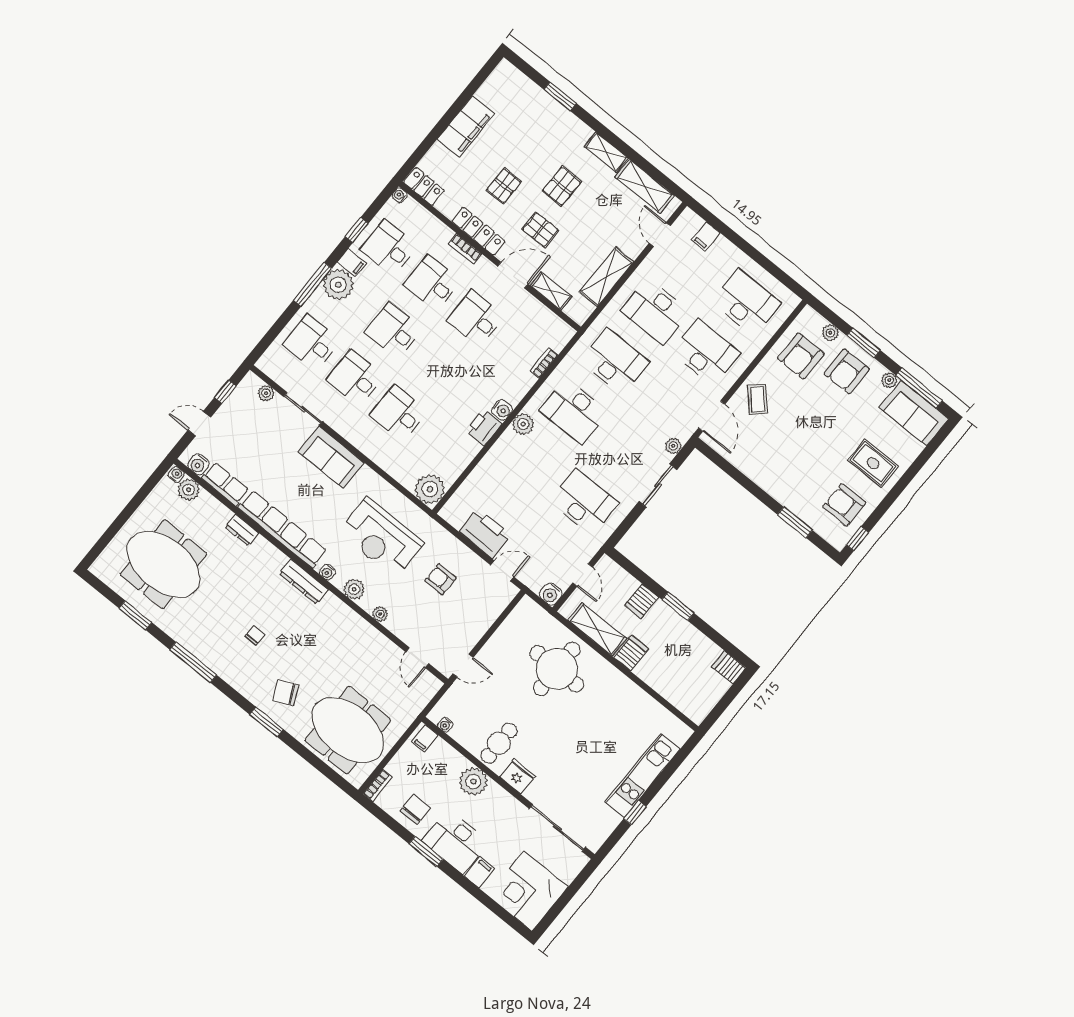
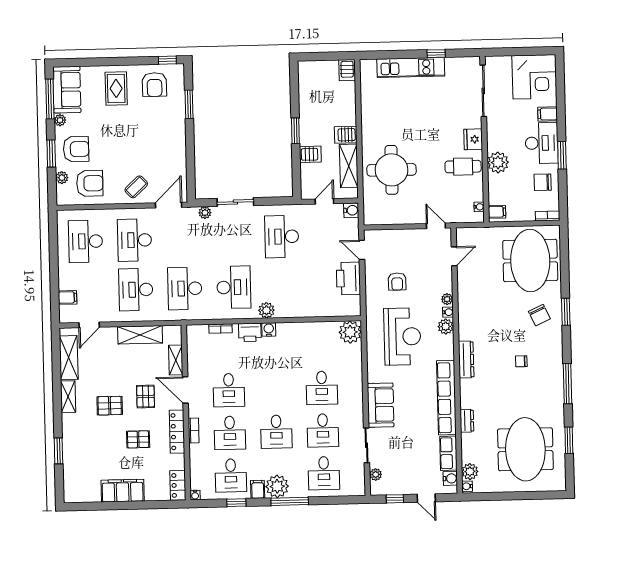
desk: (655, 311) -> (136, 290), turned 180
printer: (484, 427) -> (250, 332), moved
water cooler: (327, 572) -> (448, 312), moved
server rack: (729, 667) -> (347, 70), moved

